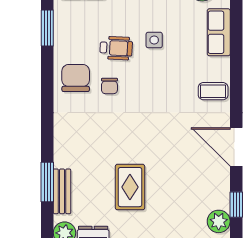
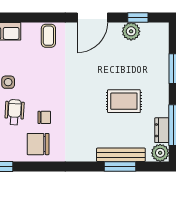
bench: (62, 191) -> (121, 155), width x1.36
plant: (219, 221) -> (131, 31), moved

